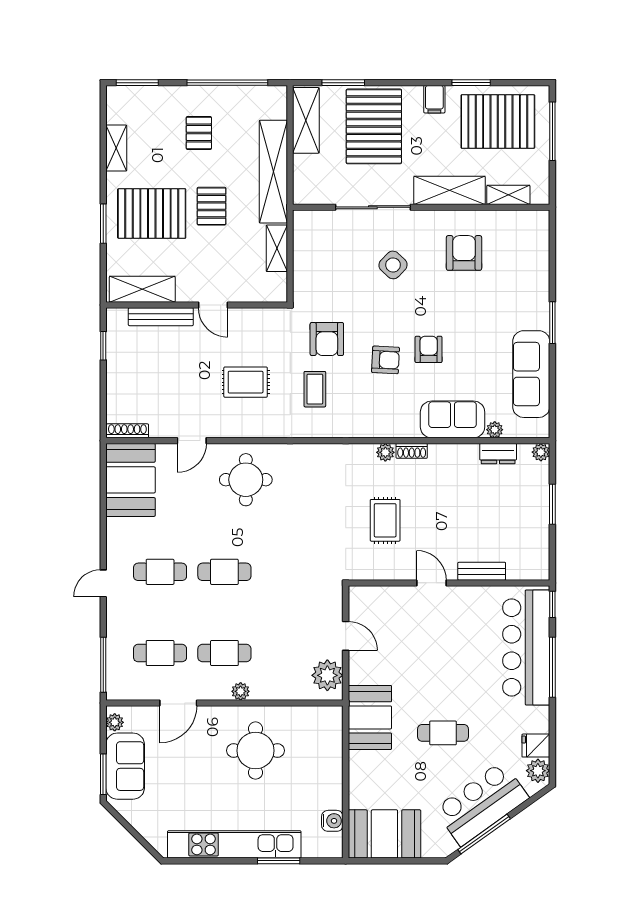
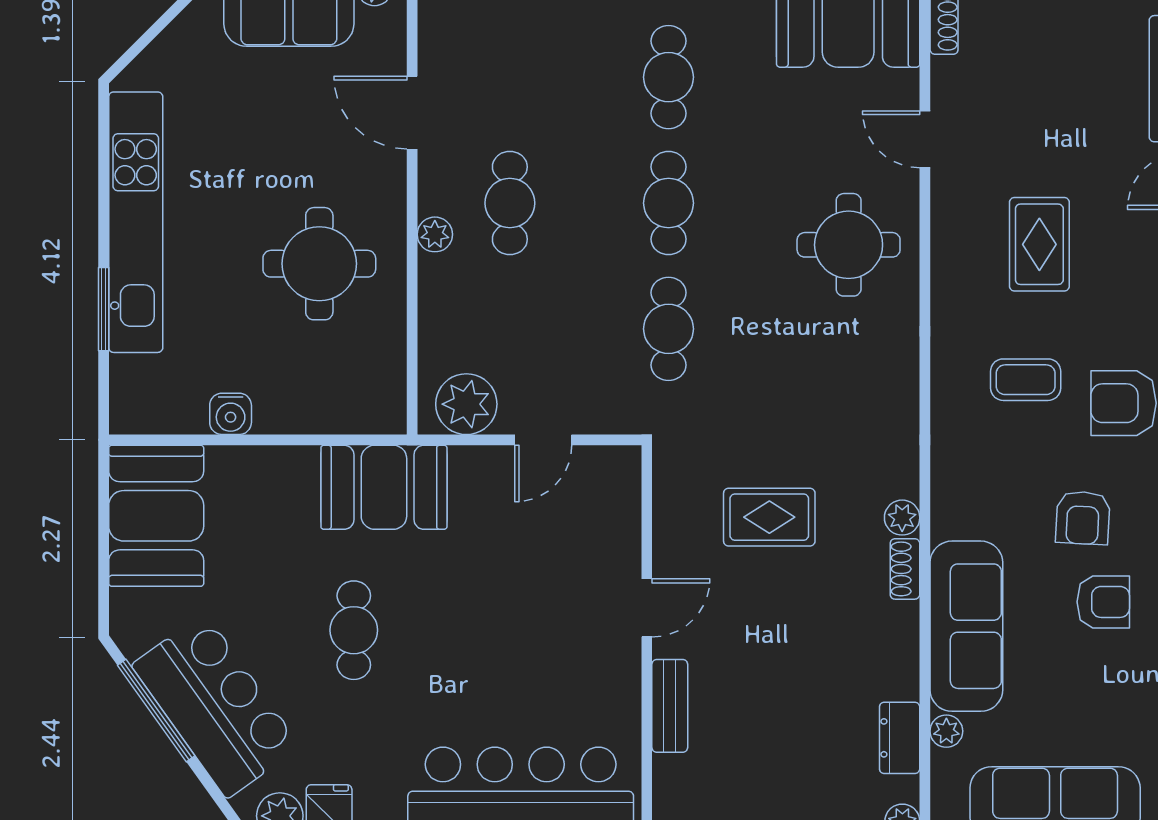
sofa: (453, 419) -> (966, 626), width x1.36
cafe table: (160, 653) -> (669, 329), moved
water cooler: (332, 821) -> (231, 414), moved

